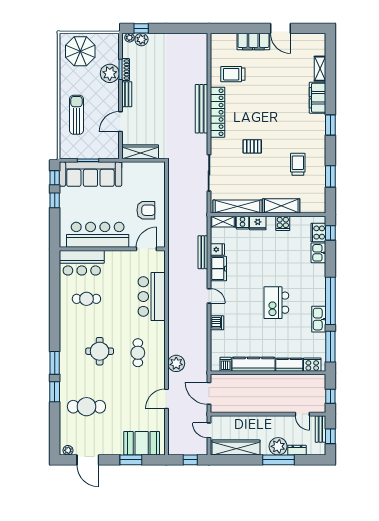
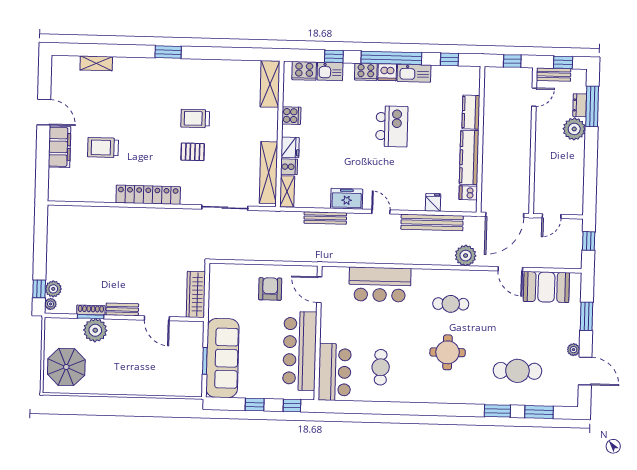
door: (280, 28) -> (44, 112), hinge flipped
trolley: (233, 74) -> (103, 148), moved, turned 90
filing cabinet: (318, 98) -> (133, 67), removed
bench: (201, 109) -> (432, 223), moved
sun lounger: (77, 115) -> (147, 374), removed
pallet: (252, 146) -> (193, 152), turned 90
trolley: (298, 164) -> (195, 118), moved
window: (330, 176) -> (233, 54), removed
window: (55, 178) -> (292, 405), moved
shelving: (281, 206) -> (270, 84), moved
window: (330, 233) -> (334, 56), moved
fridge: (217, 249) -> (433, 202), moved
door: (209, 296) -> (381, 212), hinge flipped
kitchen island: (276, 303) -> (392, 126), turned -90
dishwasher: (217, 323) -> (387, 72), moved, turned 180
window: (330, 347) -> (449, 59), width x0.46
window: (55, 363) -> (539, 412), moved
cooker: (312, 365) -> (366, 72), moved, turned -90
door: (209, 393) -> (505, 215), width x1.36
cafe table: (86, 407) -> (517, 371), turned 90
booth: (142, 443) -> (546, 287), moved, turned 90
wardrobe: (236, 447) -> (574, 183), removed
plant: (68, 450) -> (573, 350), moved
door: (88, 460) -> (585, 371), hinge flipped
window: (278, 460) -> (592, 106), moved

